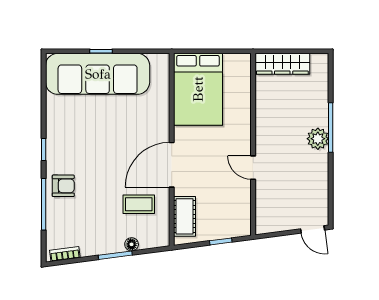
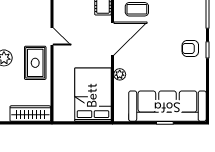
plant: (162, 117) -> (120, 74), added
rug: (276, 132) -> (35, 63), added
armchair: (63, 186) -> (190, 48), moved

